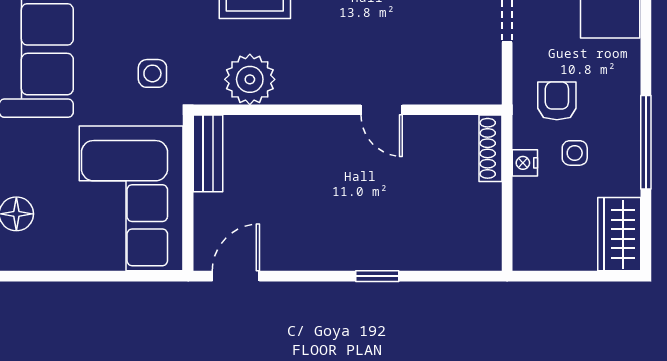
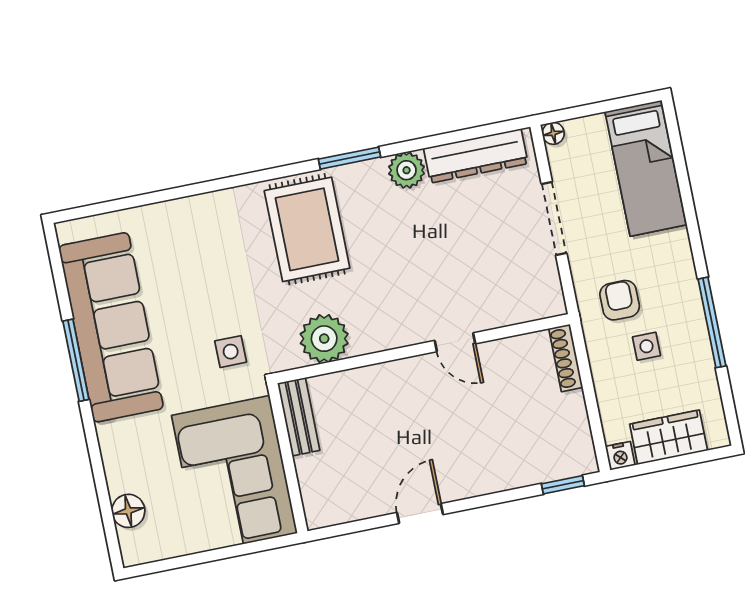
nightstand: (525, 163) -> (620, 456), moved, turned -90
wardrobe: (619, 234) -> (669, 437), moved, turned 90
door: (236, 276) -> (420, 514), moved
window: (377, 276) -> (563, 485), moved

